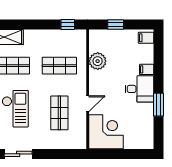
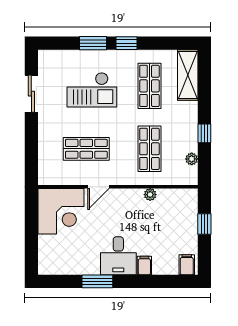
window: (68, 25) -> (204, 133), moved
plant: (67, 34) -> (192, 159), added
plant: (98, 61) -> (150, 195), width x0.53, depth x0.53
door: (88, 104) -> (99, 187), hinge flipped

